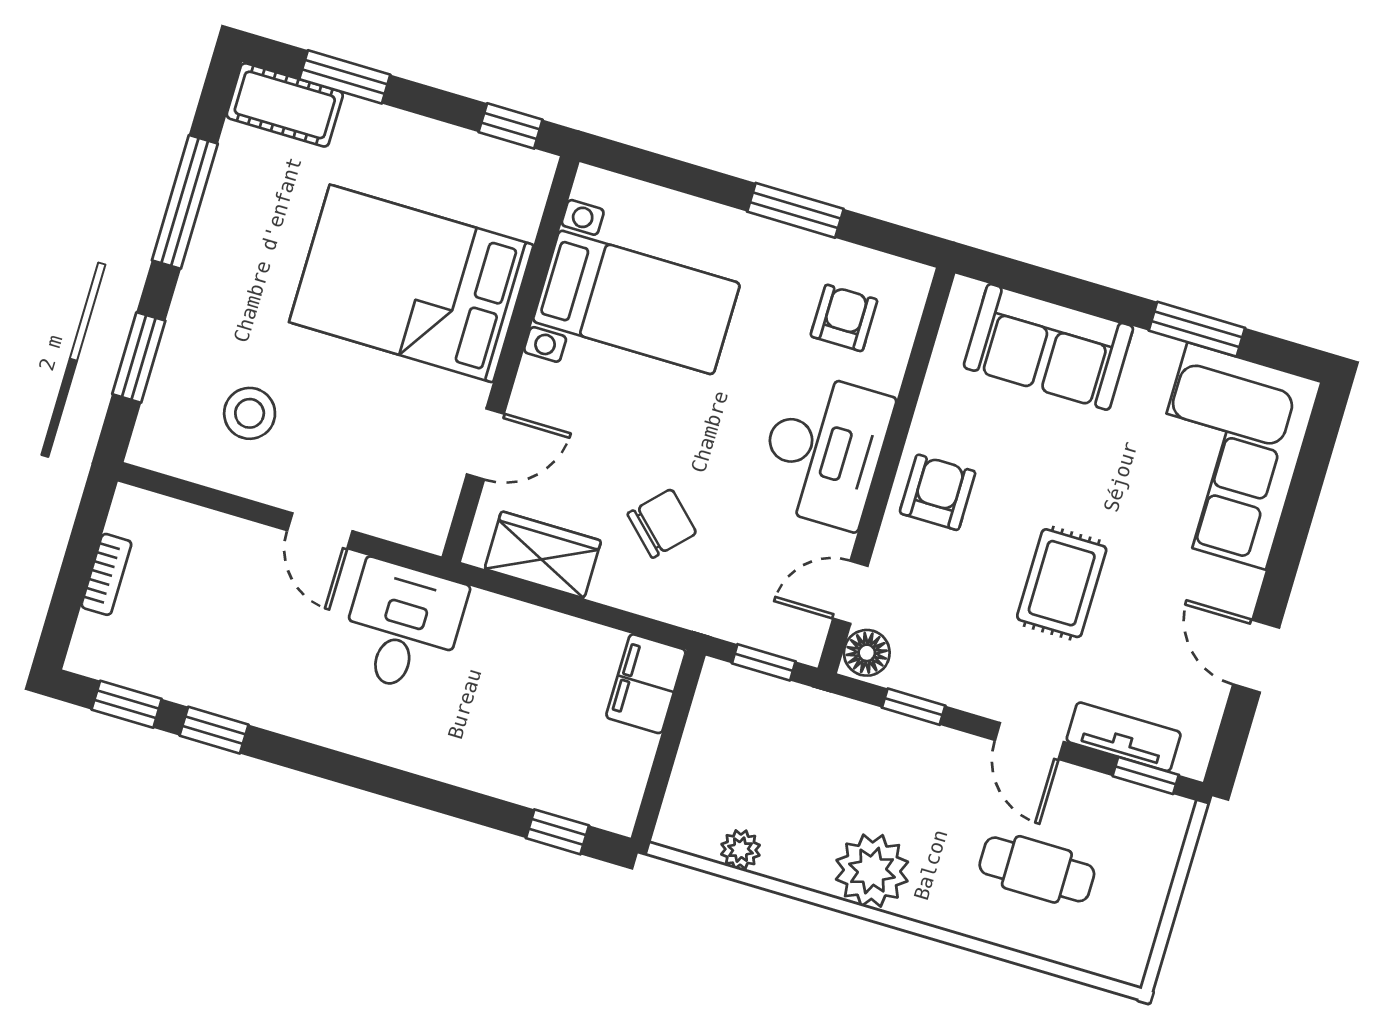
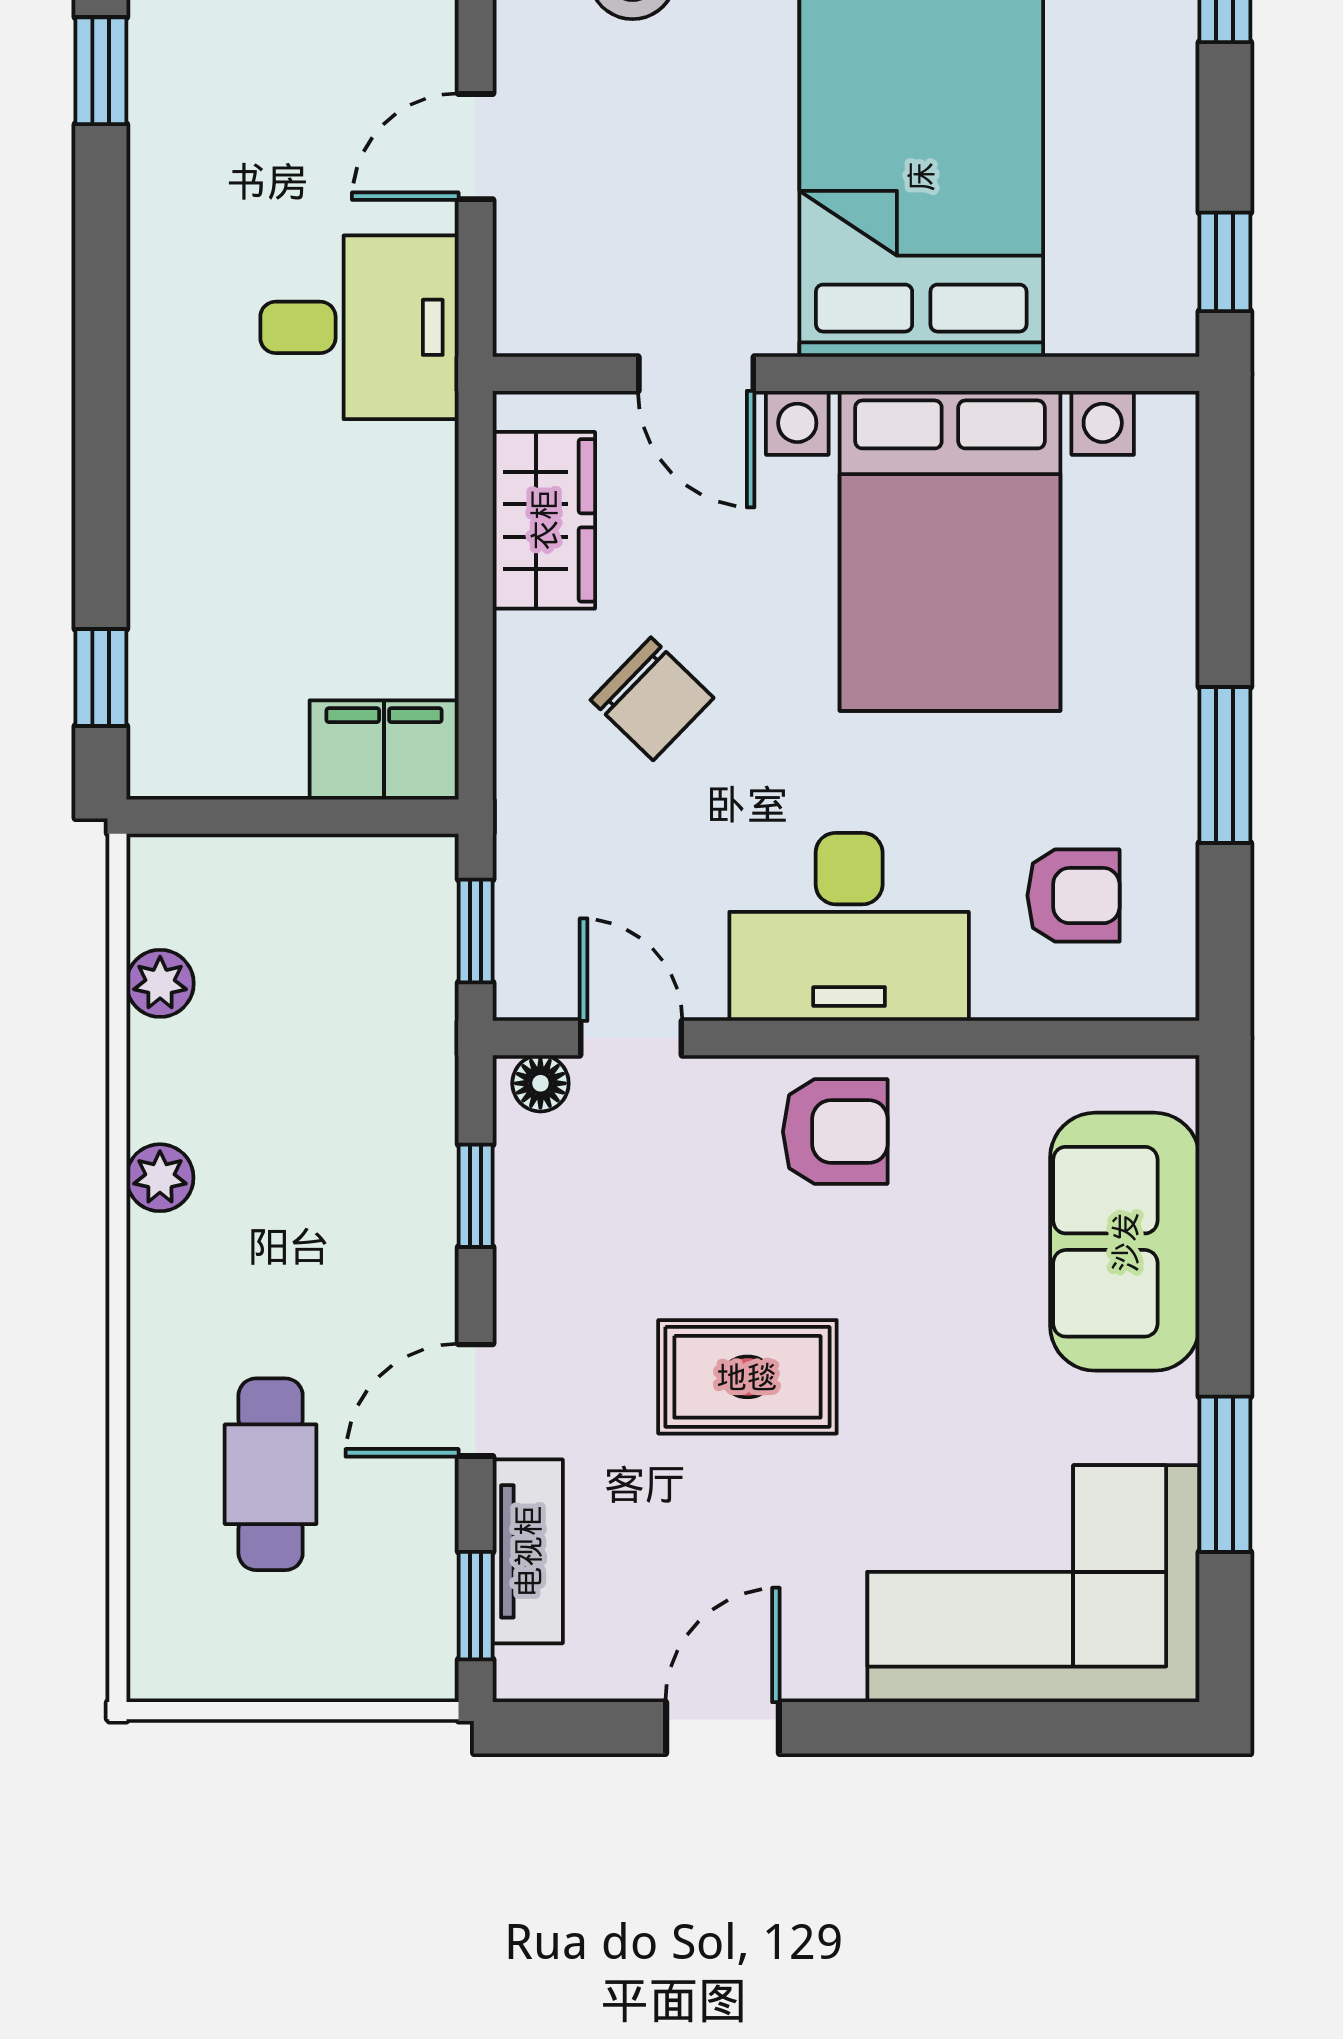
bed with nightstands: (636, 302) -> (950, 551), width x1.36
floor lamp: (867, 653) -> (540, 1083), width x0.73, depth x0.73
plant: (872, 871) -> (160, 1178), width x0.53, depth x0.53

